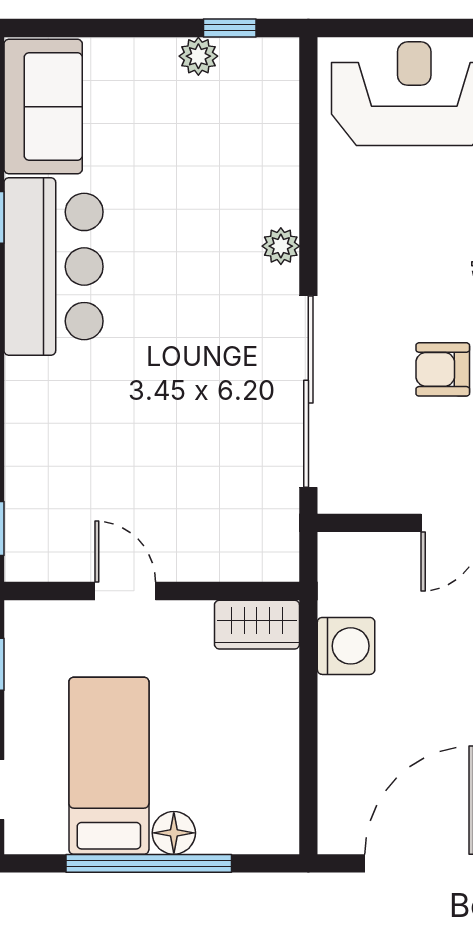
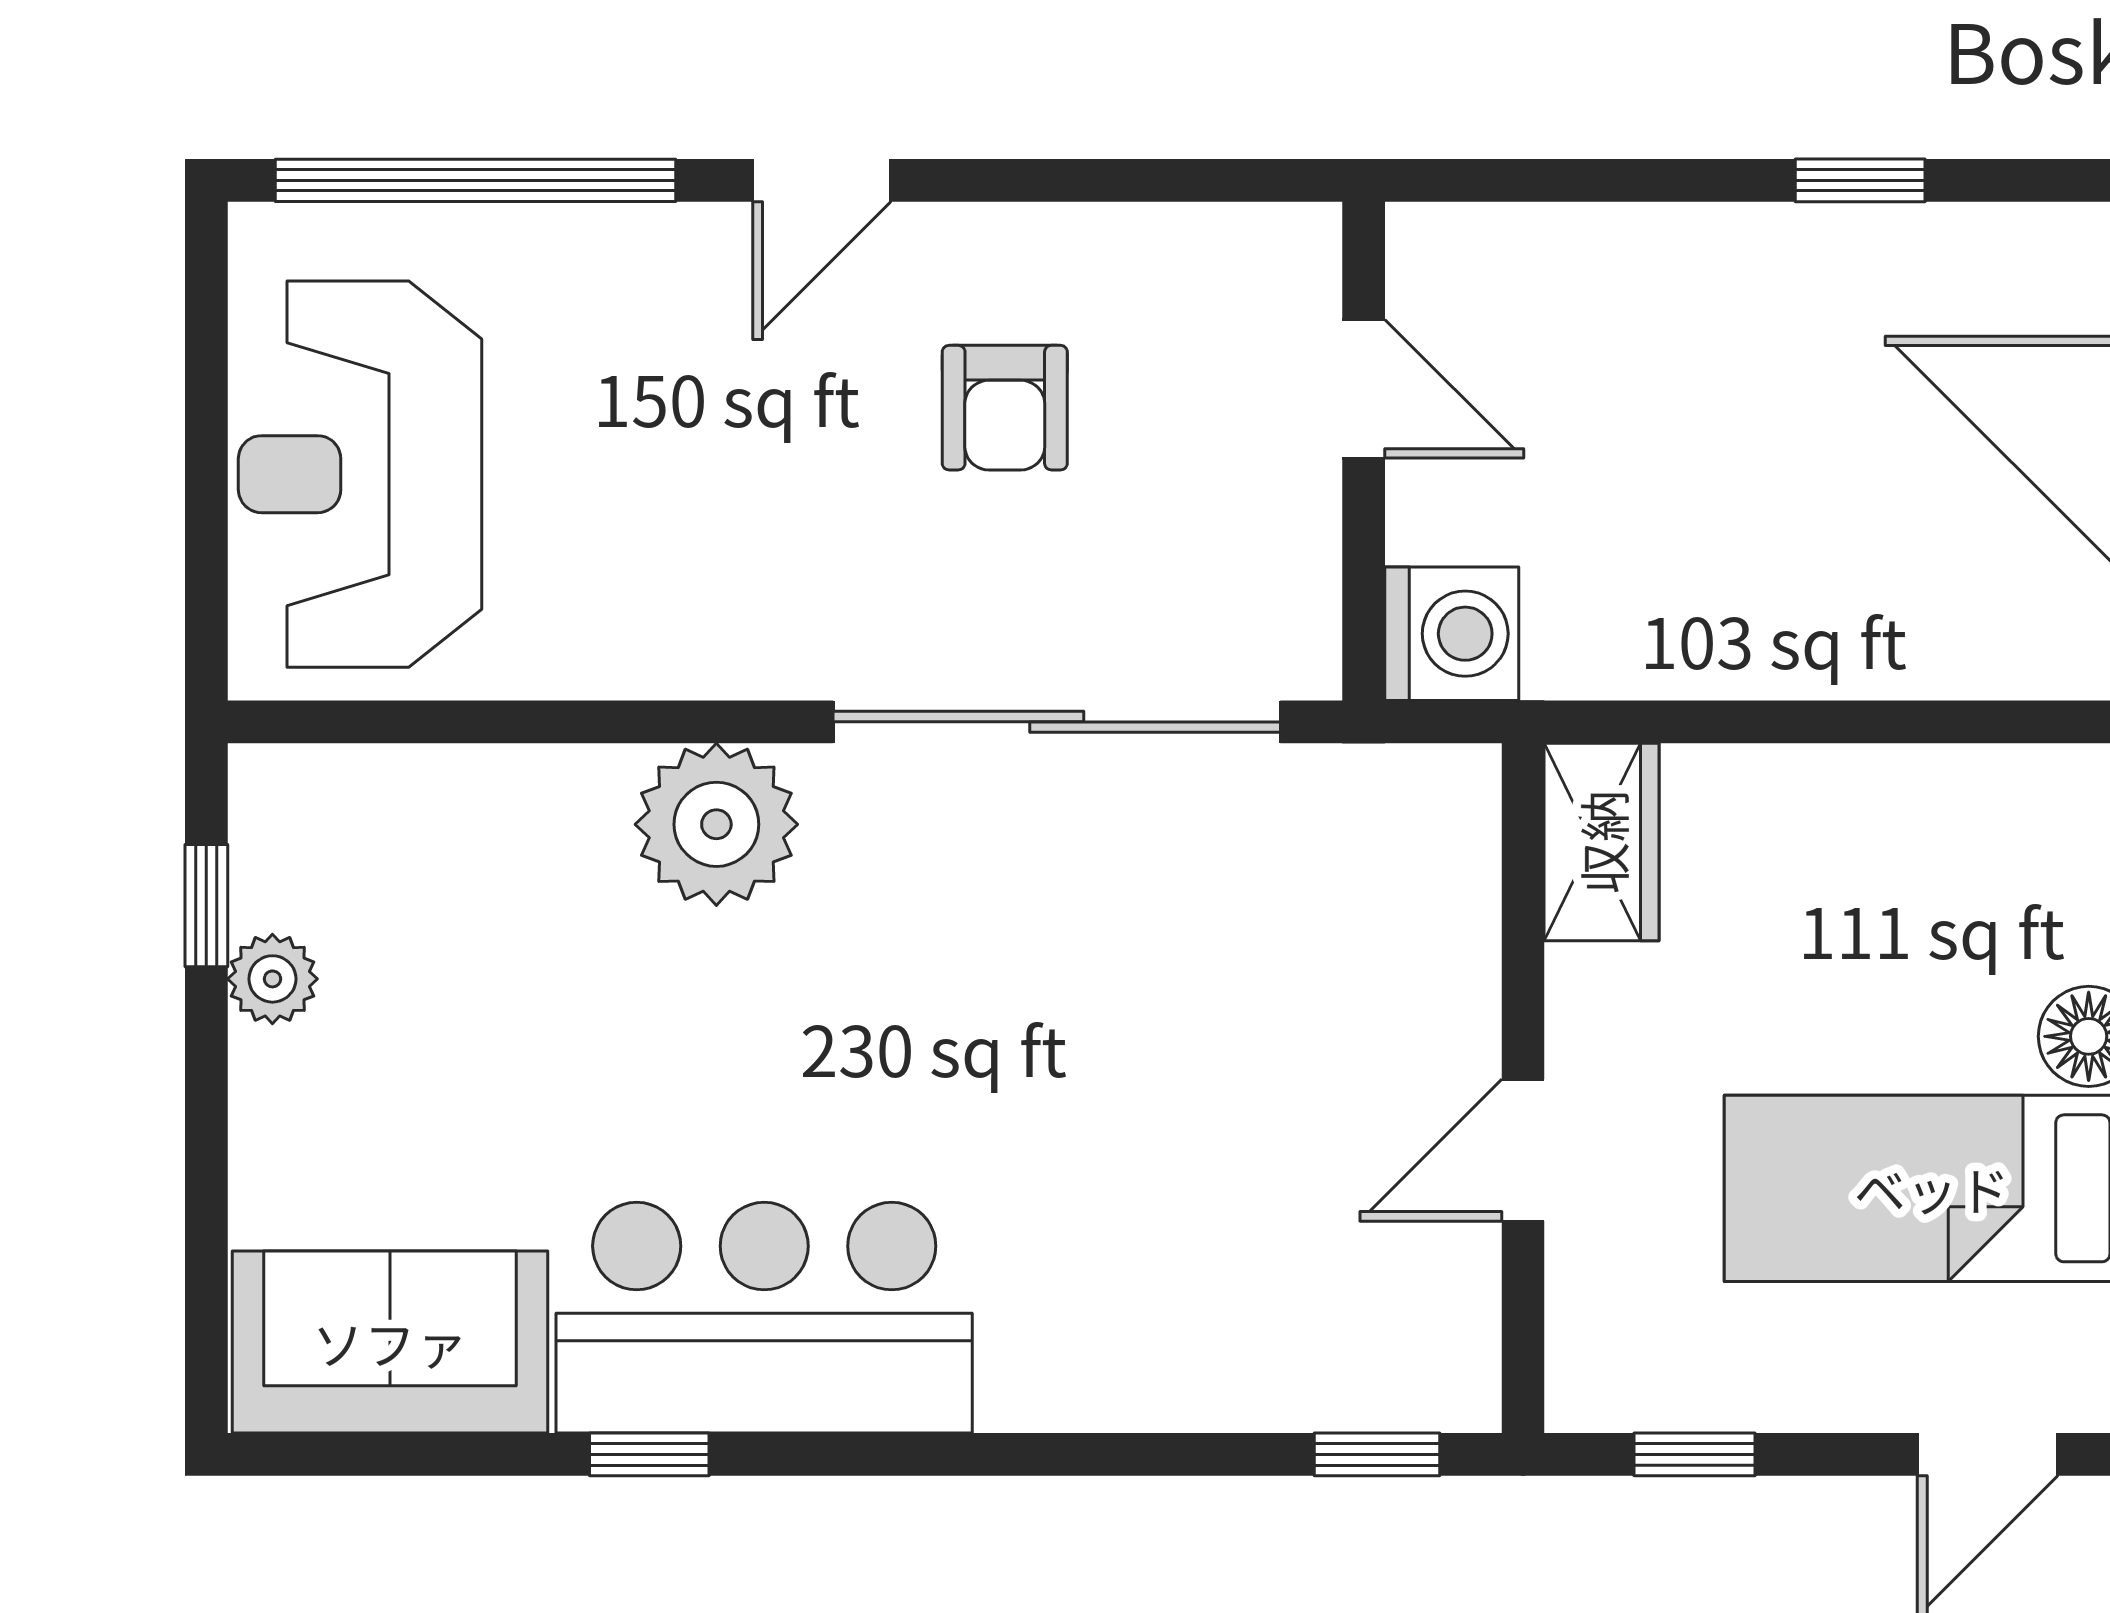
plant: (281, 246) -> (716, 824), width x1.88, depth x1.88
washing machine: (346, 646) -> (1452, 634), moved, turned 90

